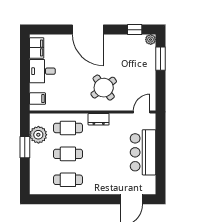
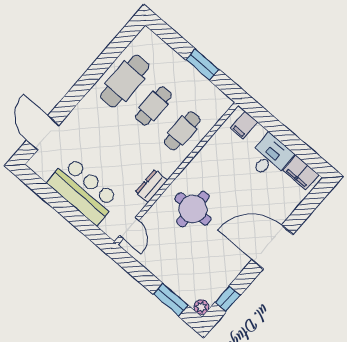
round table: (104, 88) -> (193, 209), turned 37
dresser: (99, 119) -> (151, 186), moved
plant: (38, 135) -> (203, 91), removed
cafe table: (68, 180) -> (125, 81), width x1.37, depth x1.35

